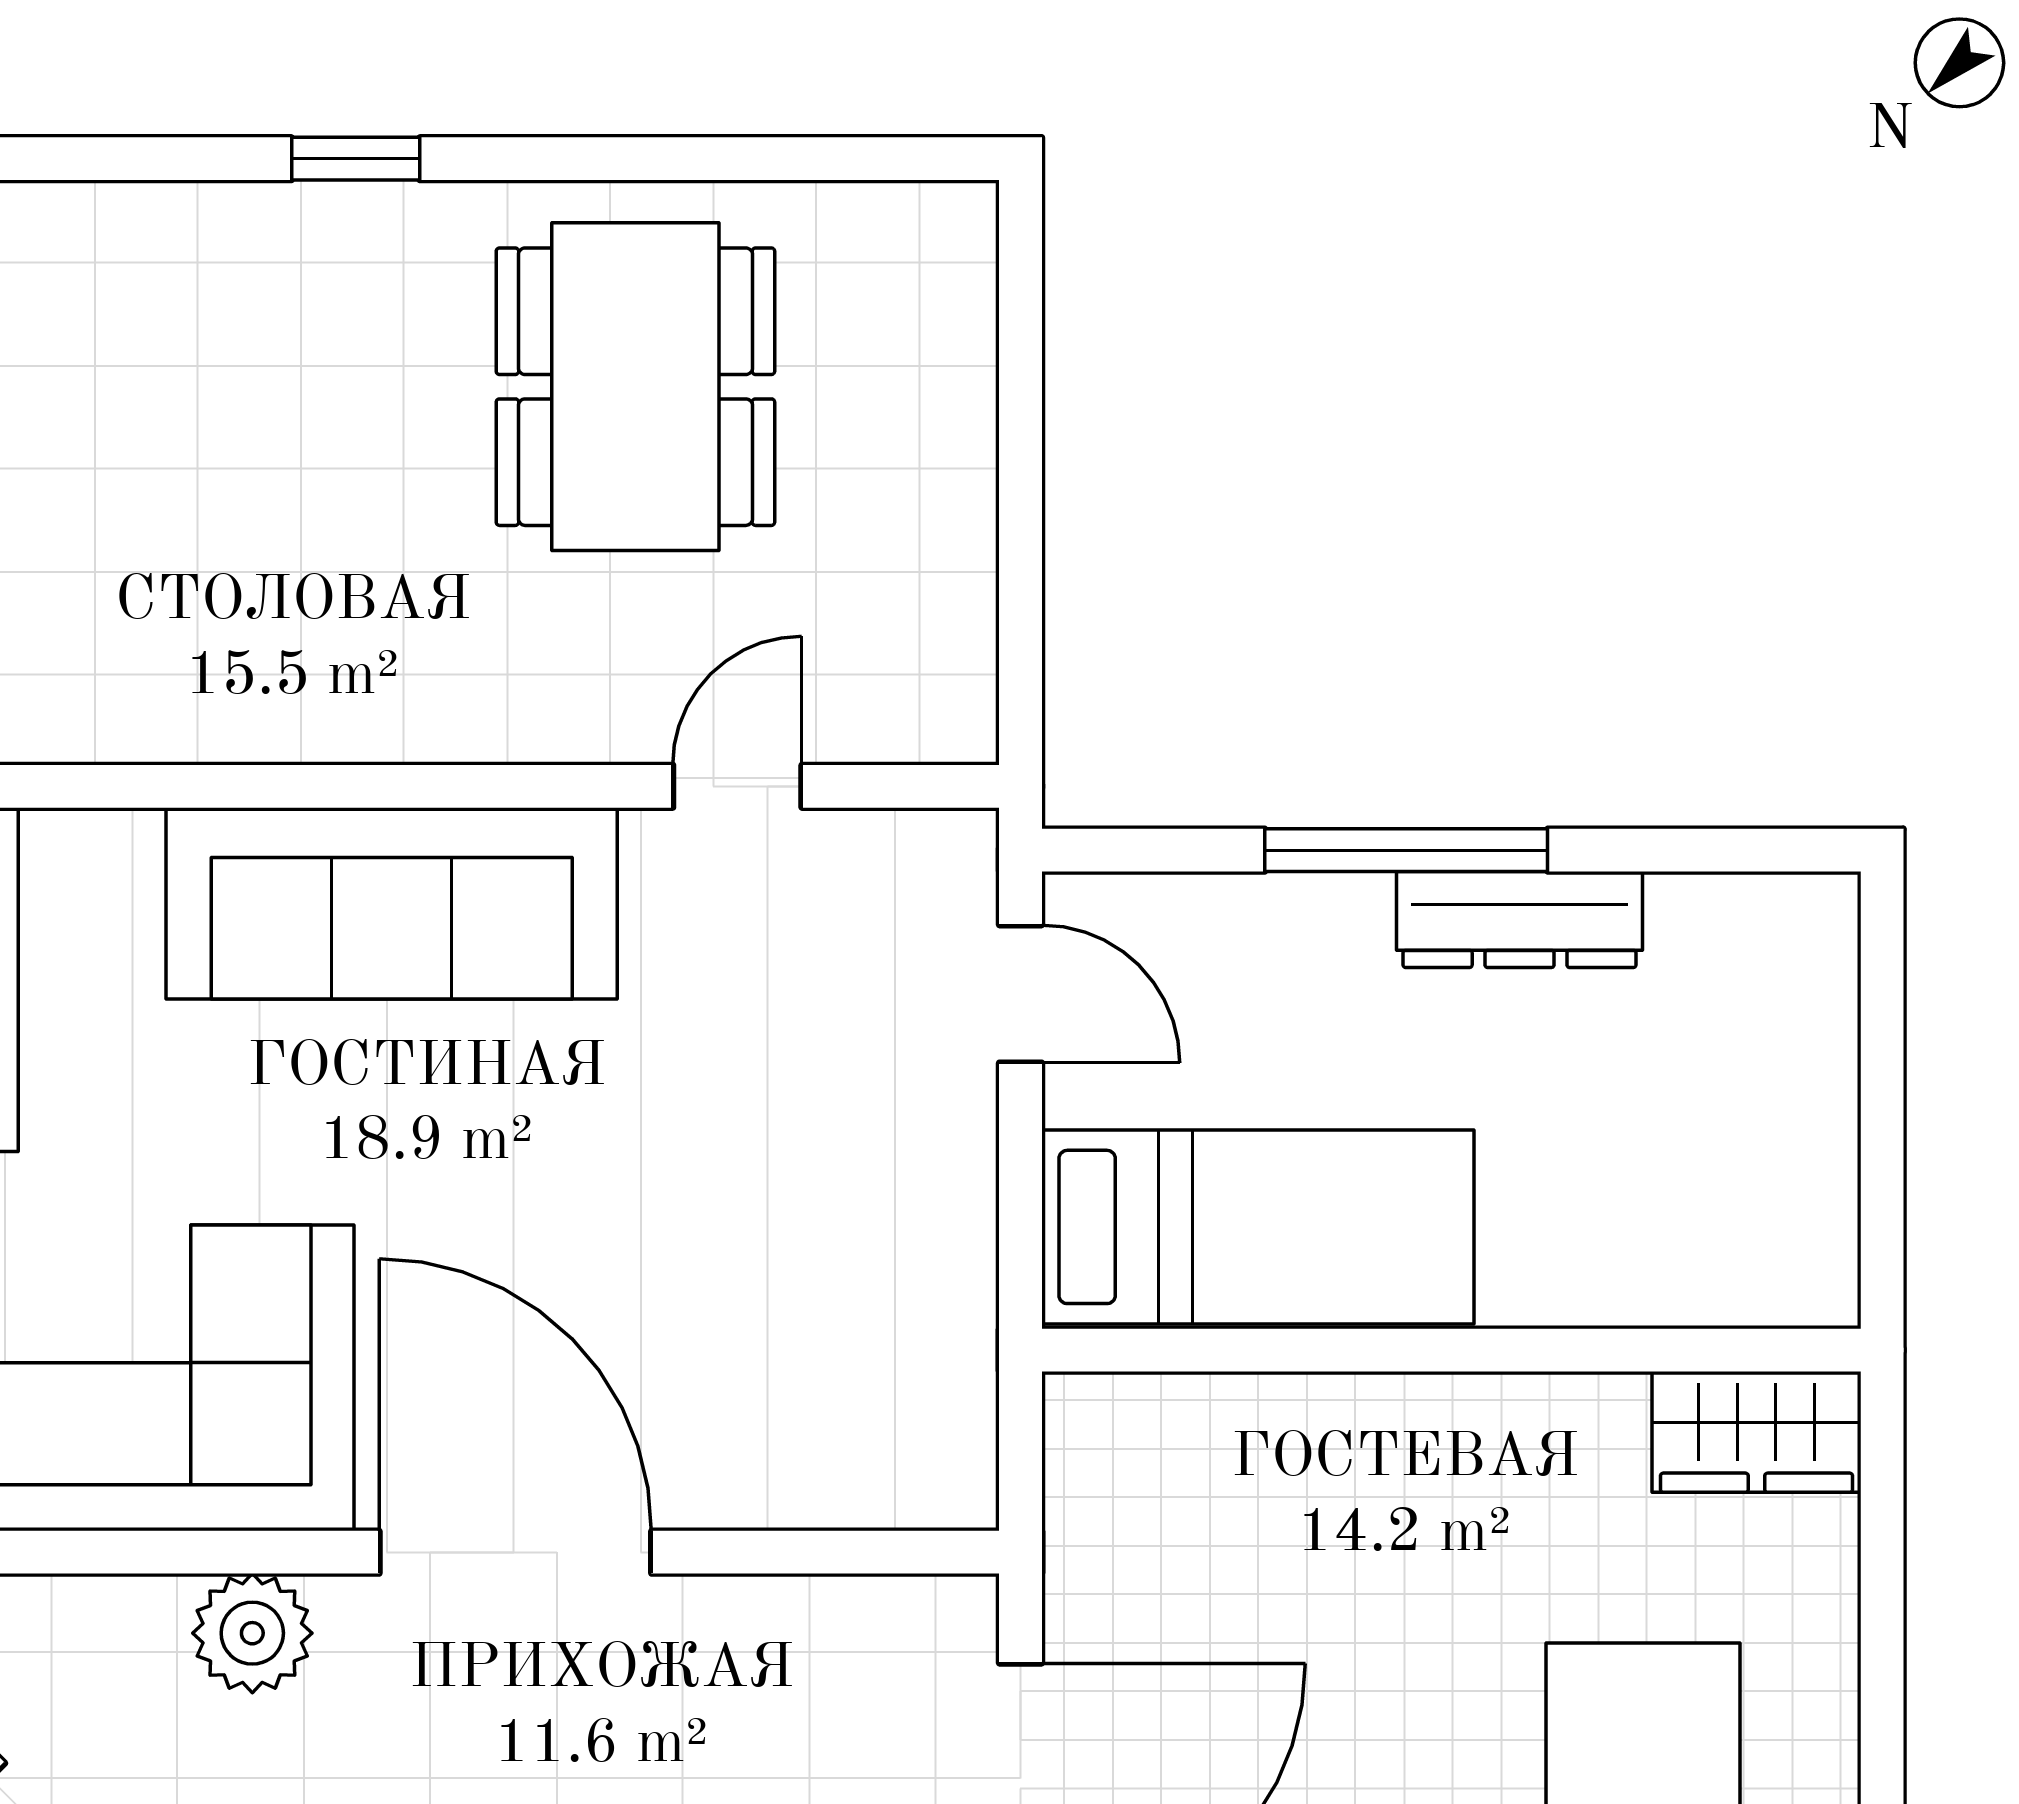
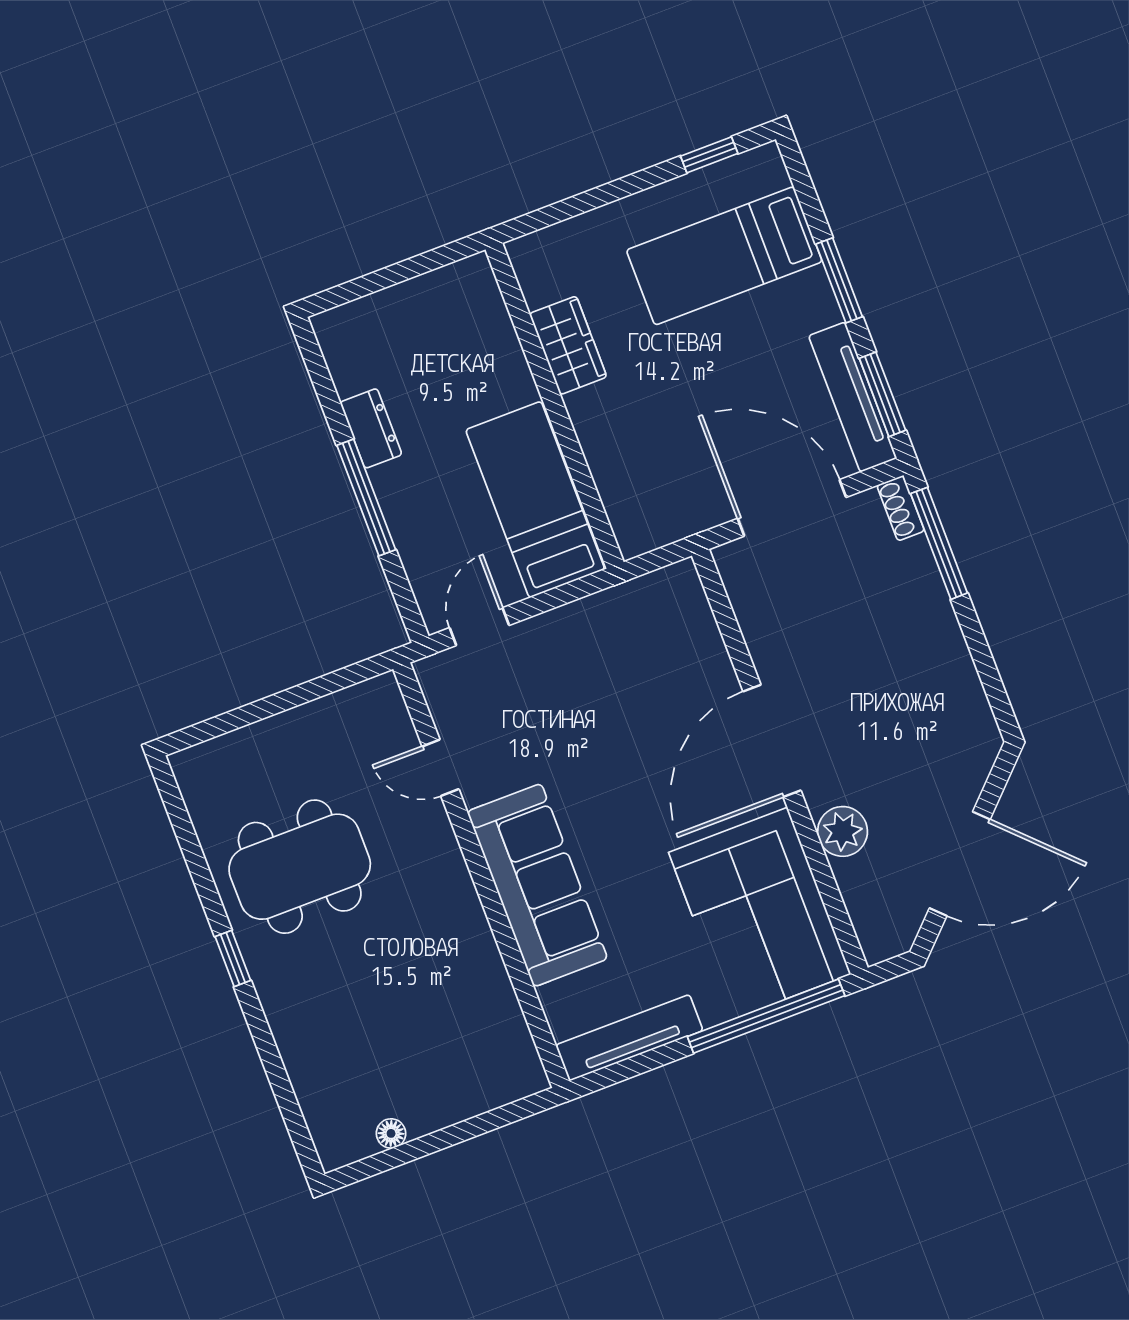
window: (356, 159) -> (233, 958), moved
dresser: (1520, 919) -> (371, 428), width x0.70
wardrobe: (1757, 1432) -> (568, 345), moved

